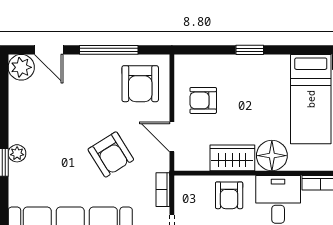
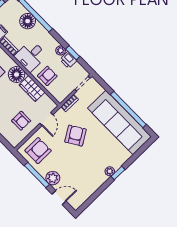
door: (49, 50) -> (59, 198), hinge flipped
plant: (21, 67) -> (53, 178), moved

